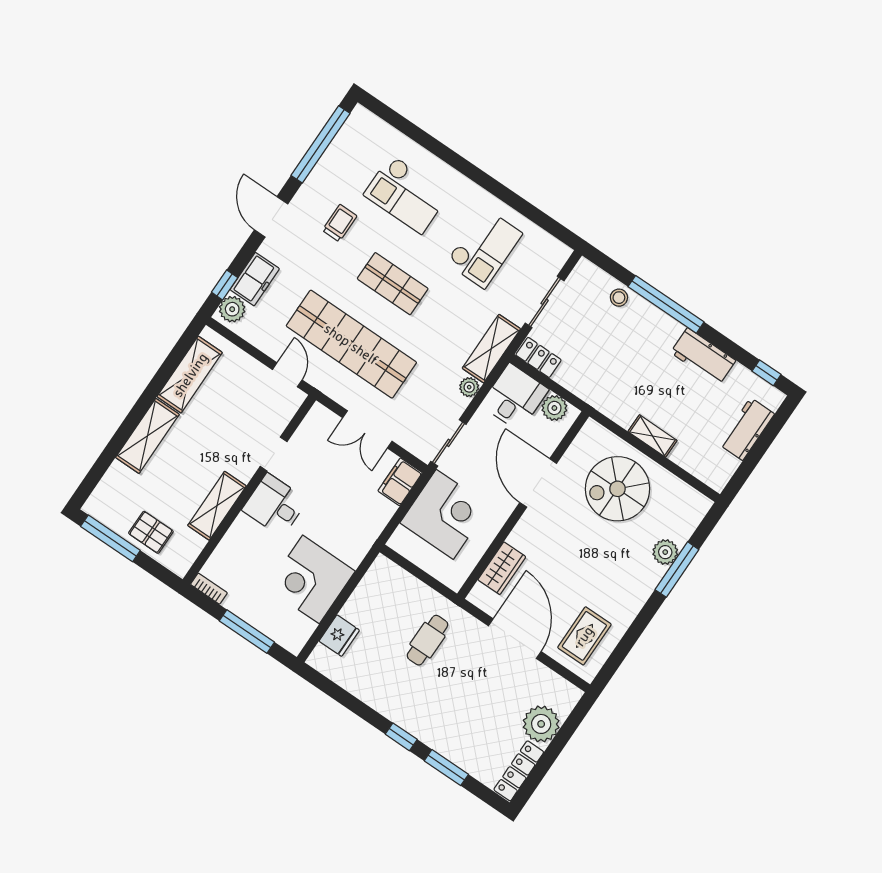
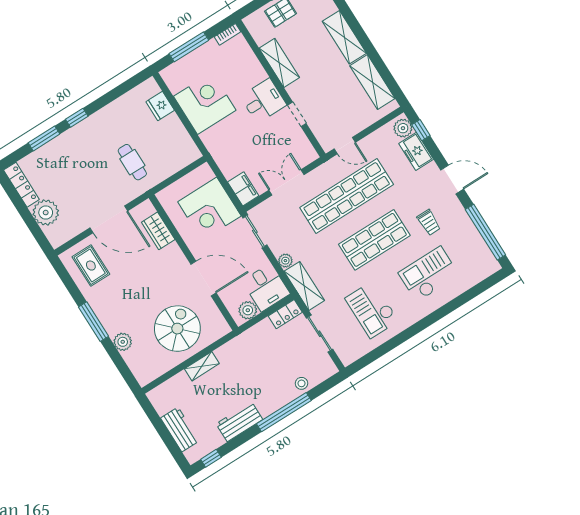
shop shelf: (393, 284) -> (374, 240), width x1.43, depth x1.36
window: (677, 570) -> (94, 322), moved

